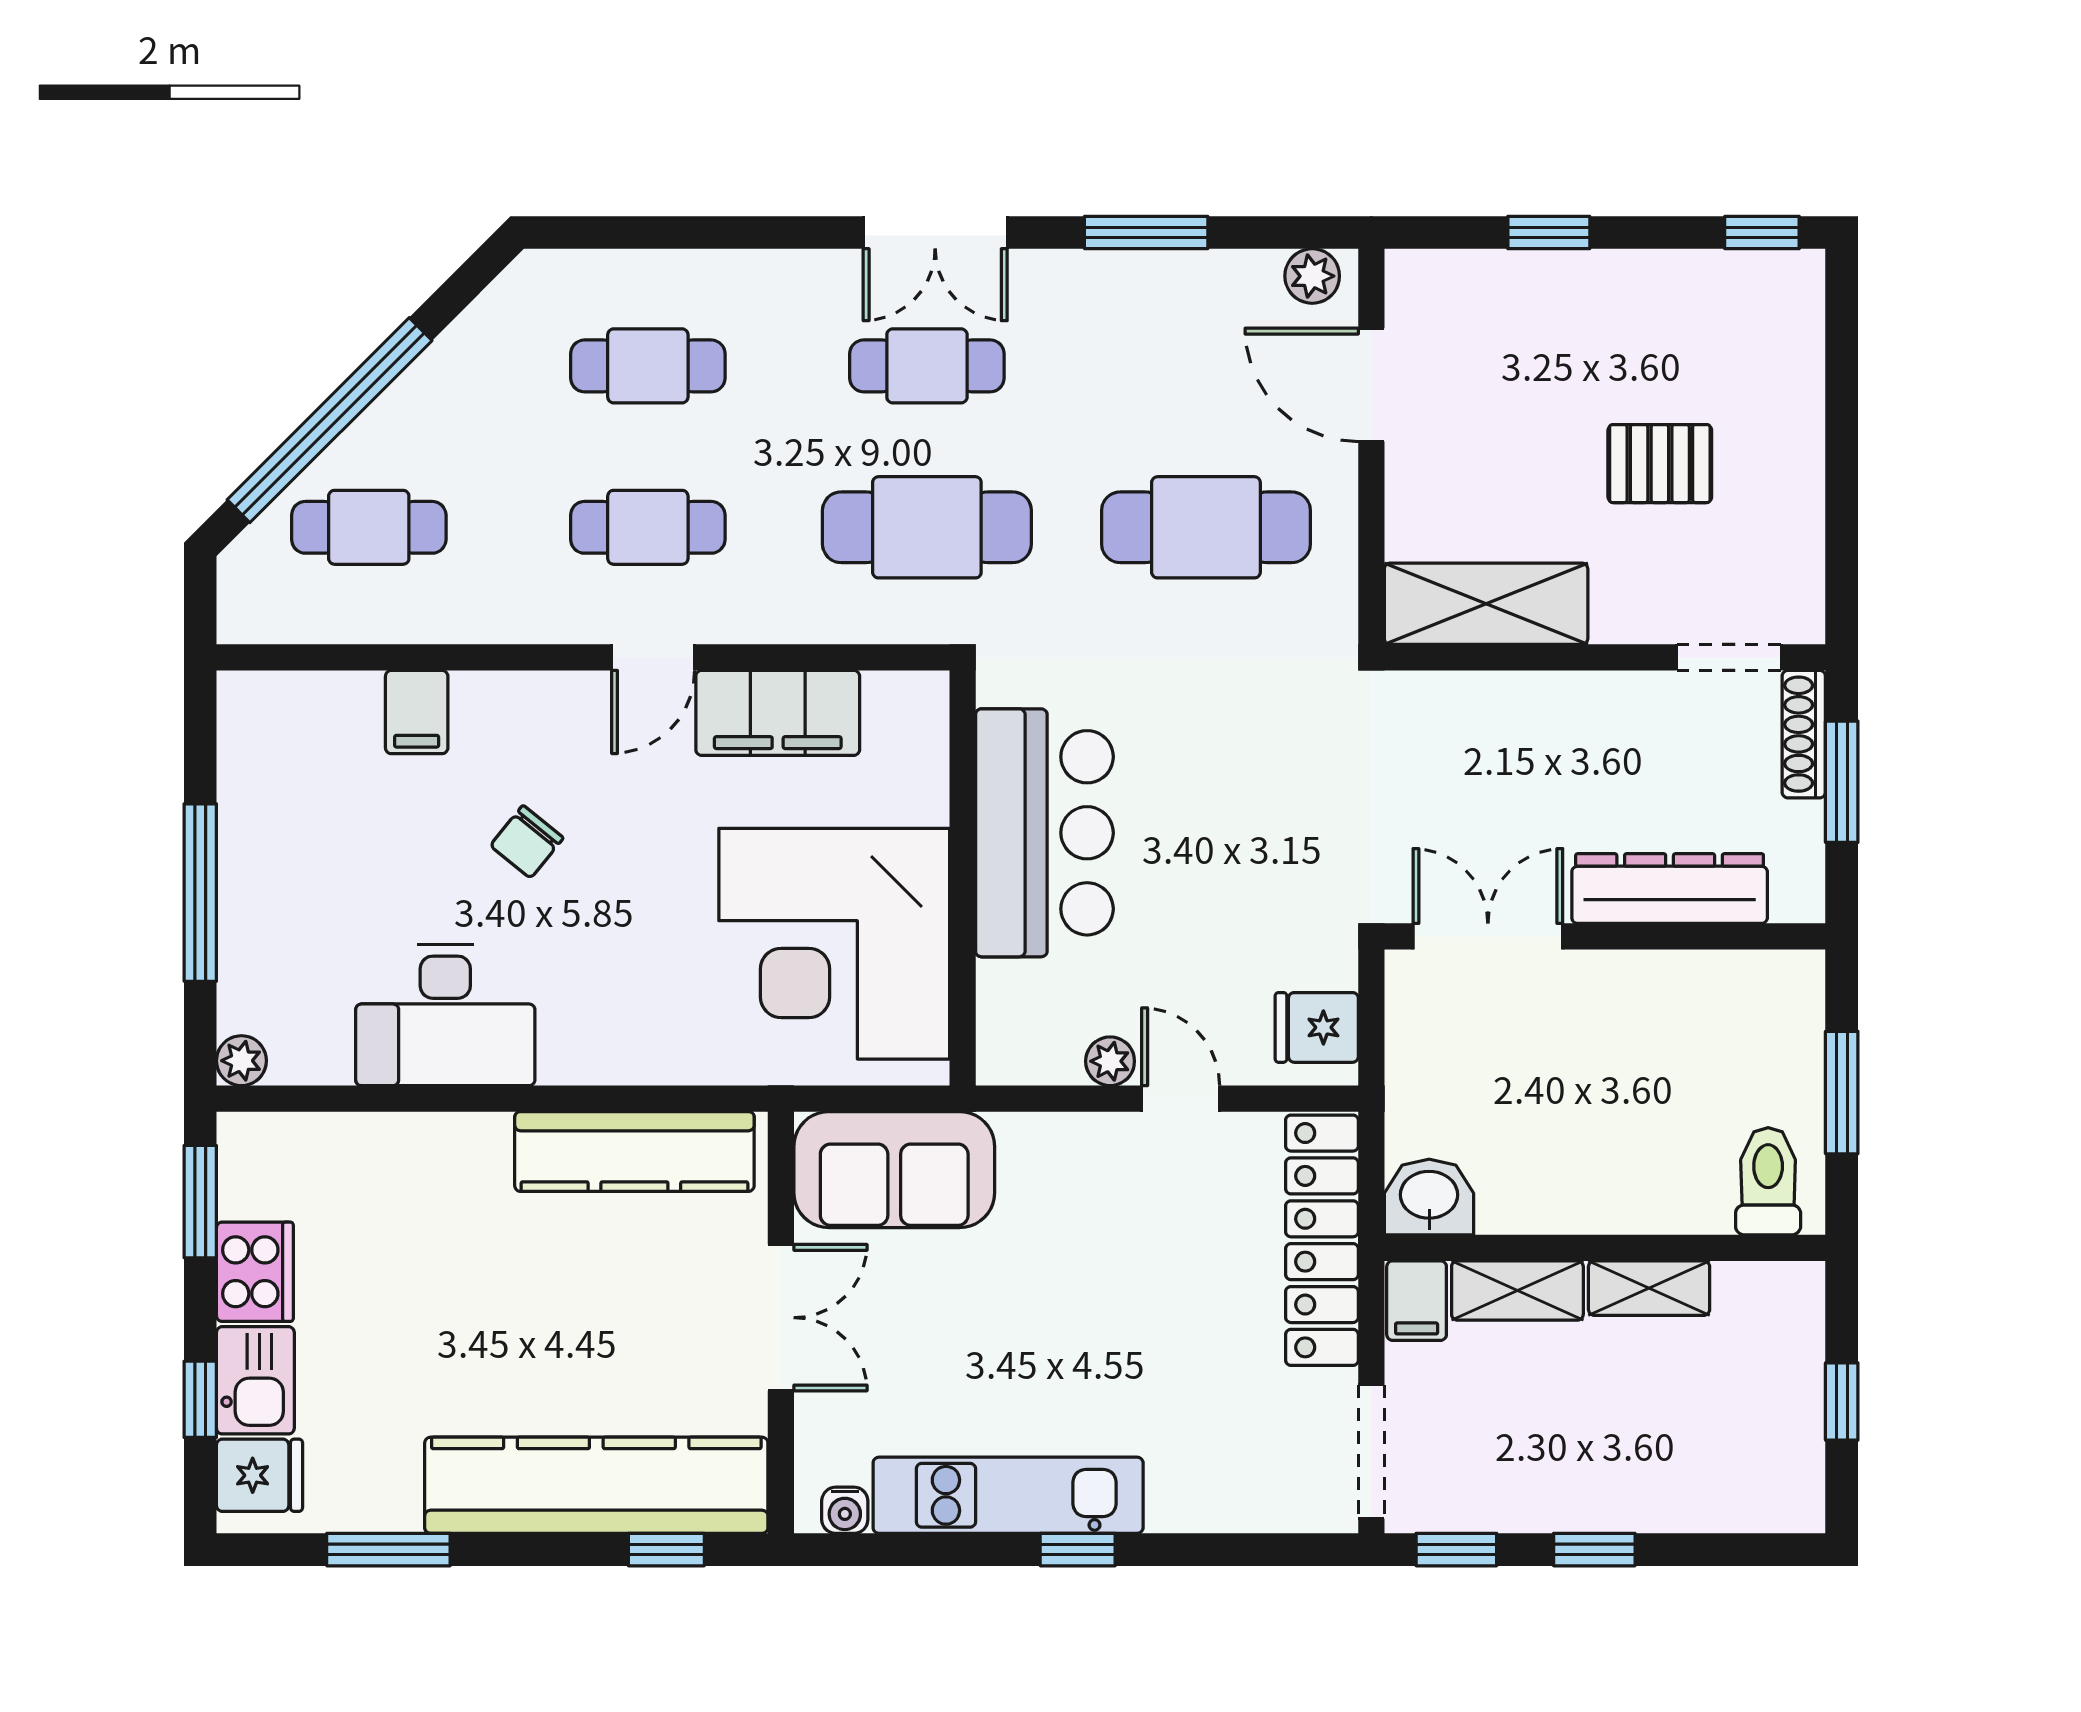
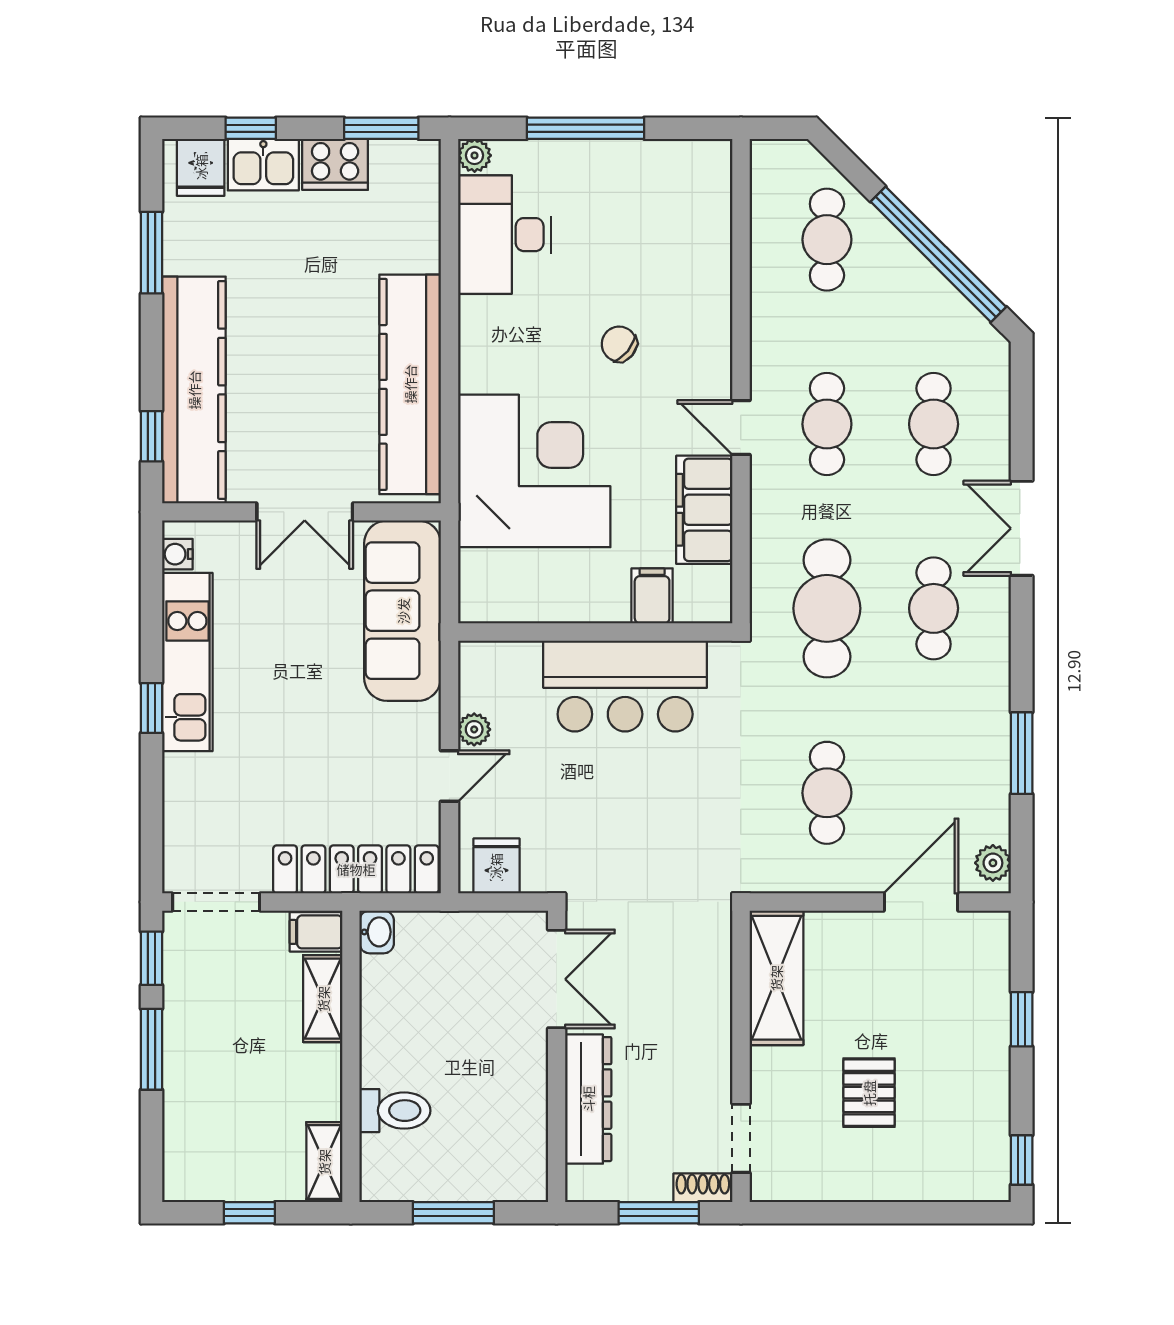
double door: (935, 232) -> (1022, 528), moved
window: (330, 420) -> (938, 254), moved
cafe table: (1206, 527) -> (827, 793), width x0.73, depth x0.74
filing cabinet: (417, 712) -> (652, 596), moved, turned 90
shoe rack: (1804, 734) -> (703, 1188), width x0.70
corner desk: (834, 944) -> (534, 471), moved, turned 90
desk: (445, 1015) -> (505, 235), moved
kitchen counter: (634, 1152) -> (410, 384), width x1.39, depth x1.17
sofa: (894, 1170) -> (403, 611), width x1.36
toilet: (1768, 1181) -> (395, 1111), moved
washbasin: (1429, 1197) -> (377, 932), width x0.72, depth x0.69
shelving: (1649, 1288) -> (324, 1162), moved
window: (1594, 1550) -> (152, 1049), width x1.50

